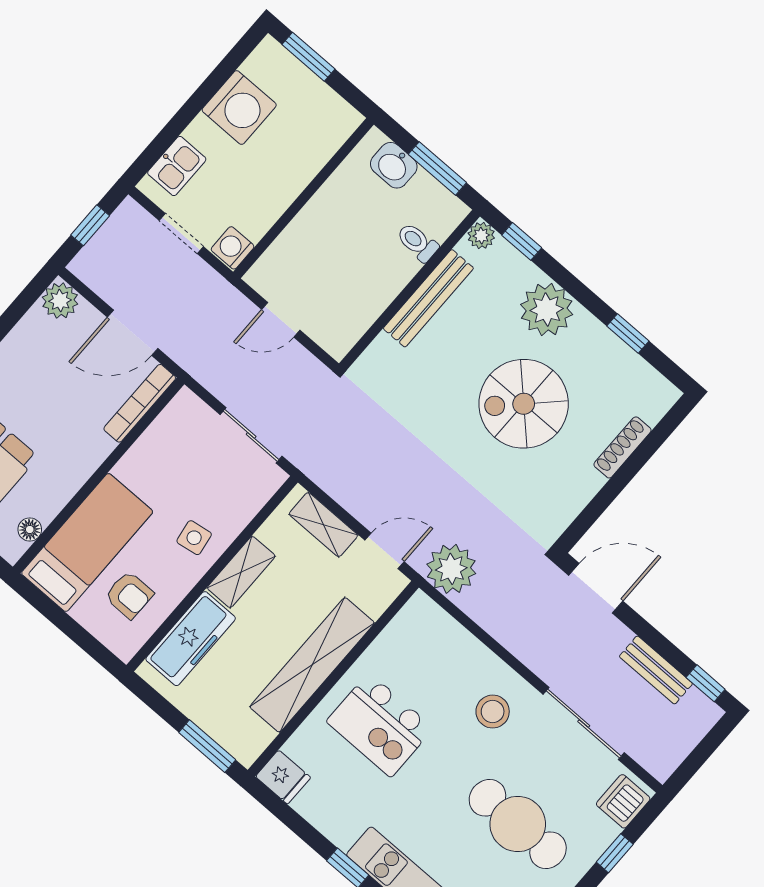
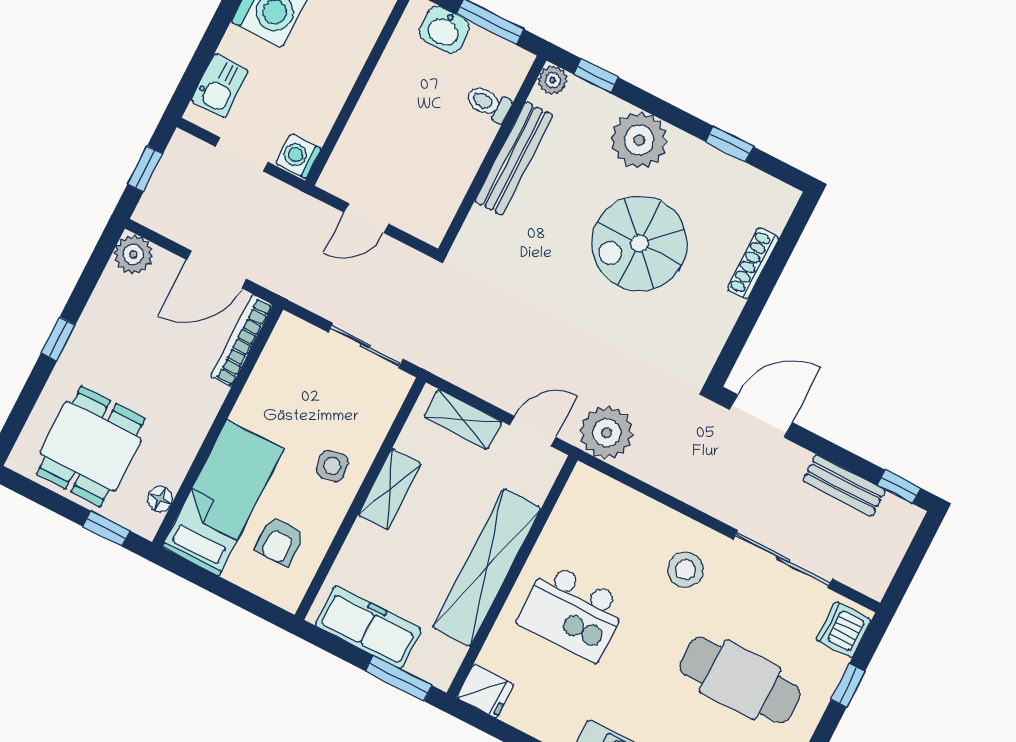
armchair: (129, 595) -> (280, 542), turned 90
freezer: (191, 639) -> (368, 627), moved, turned -90

